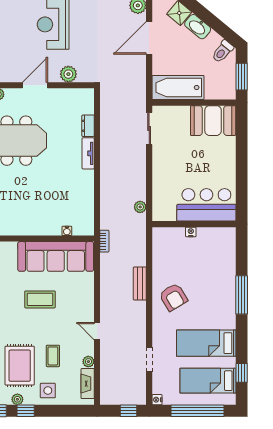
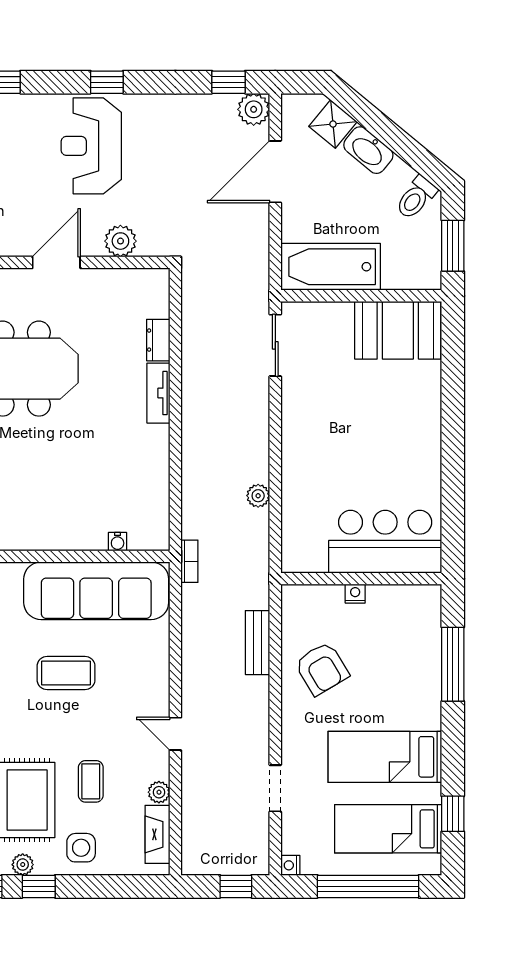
bar counter: (206, 205) -> (385, 542), moved
wall: (194, 224) -> (361, 579), moved
nightstand: (191, 232) -> (355, 594), moved

